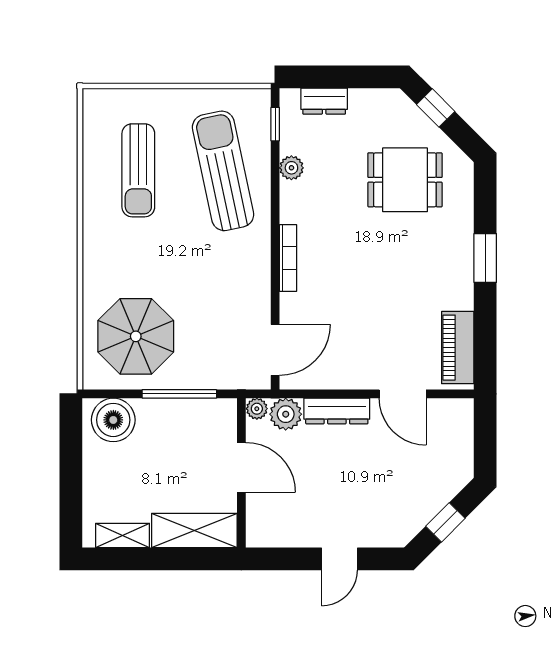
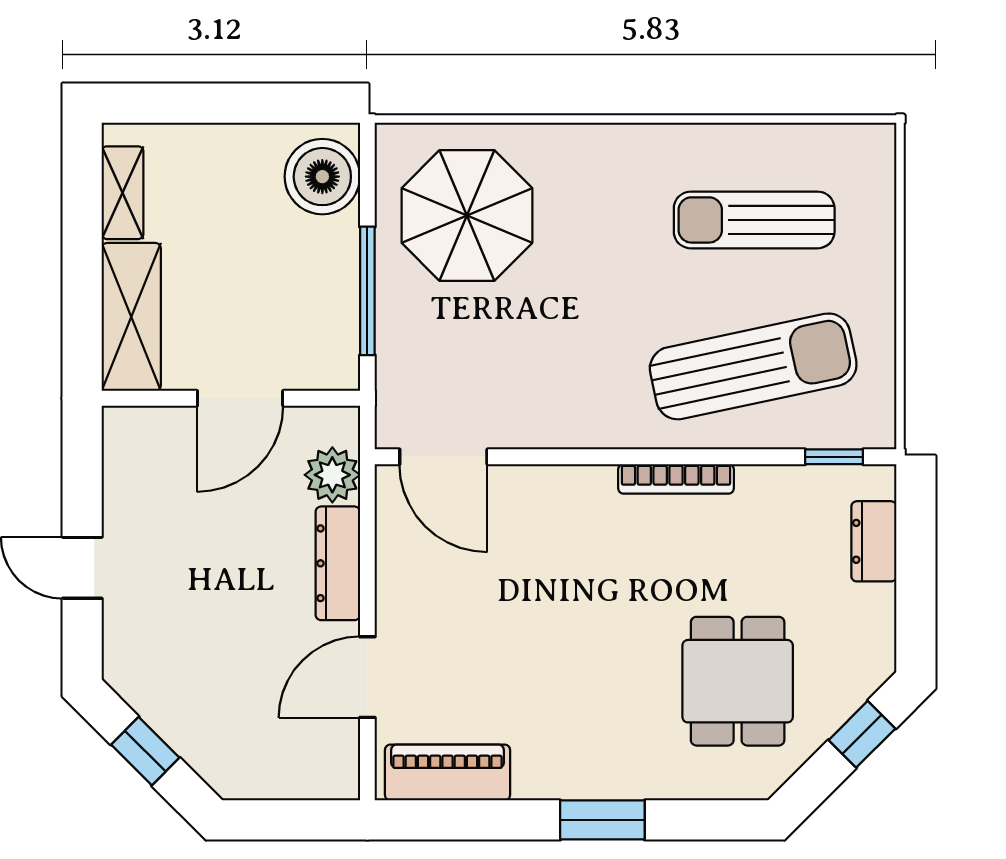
plant: (291, 168) -> (759, 485), removed
bookcase: (288, 258) -> (676, 479), moved
plant: (257, 409) -> (342, 425), removed

